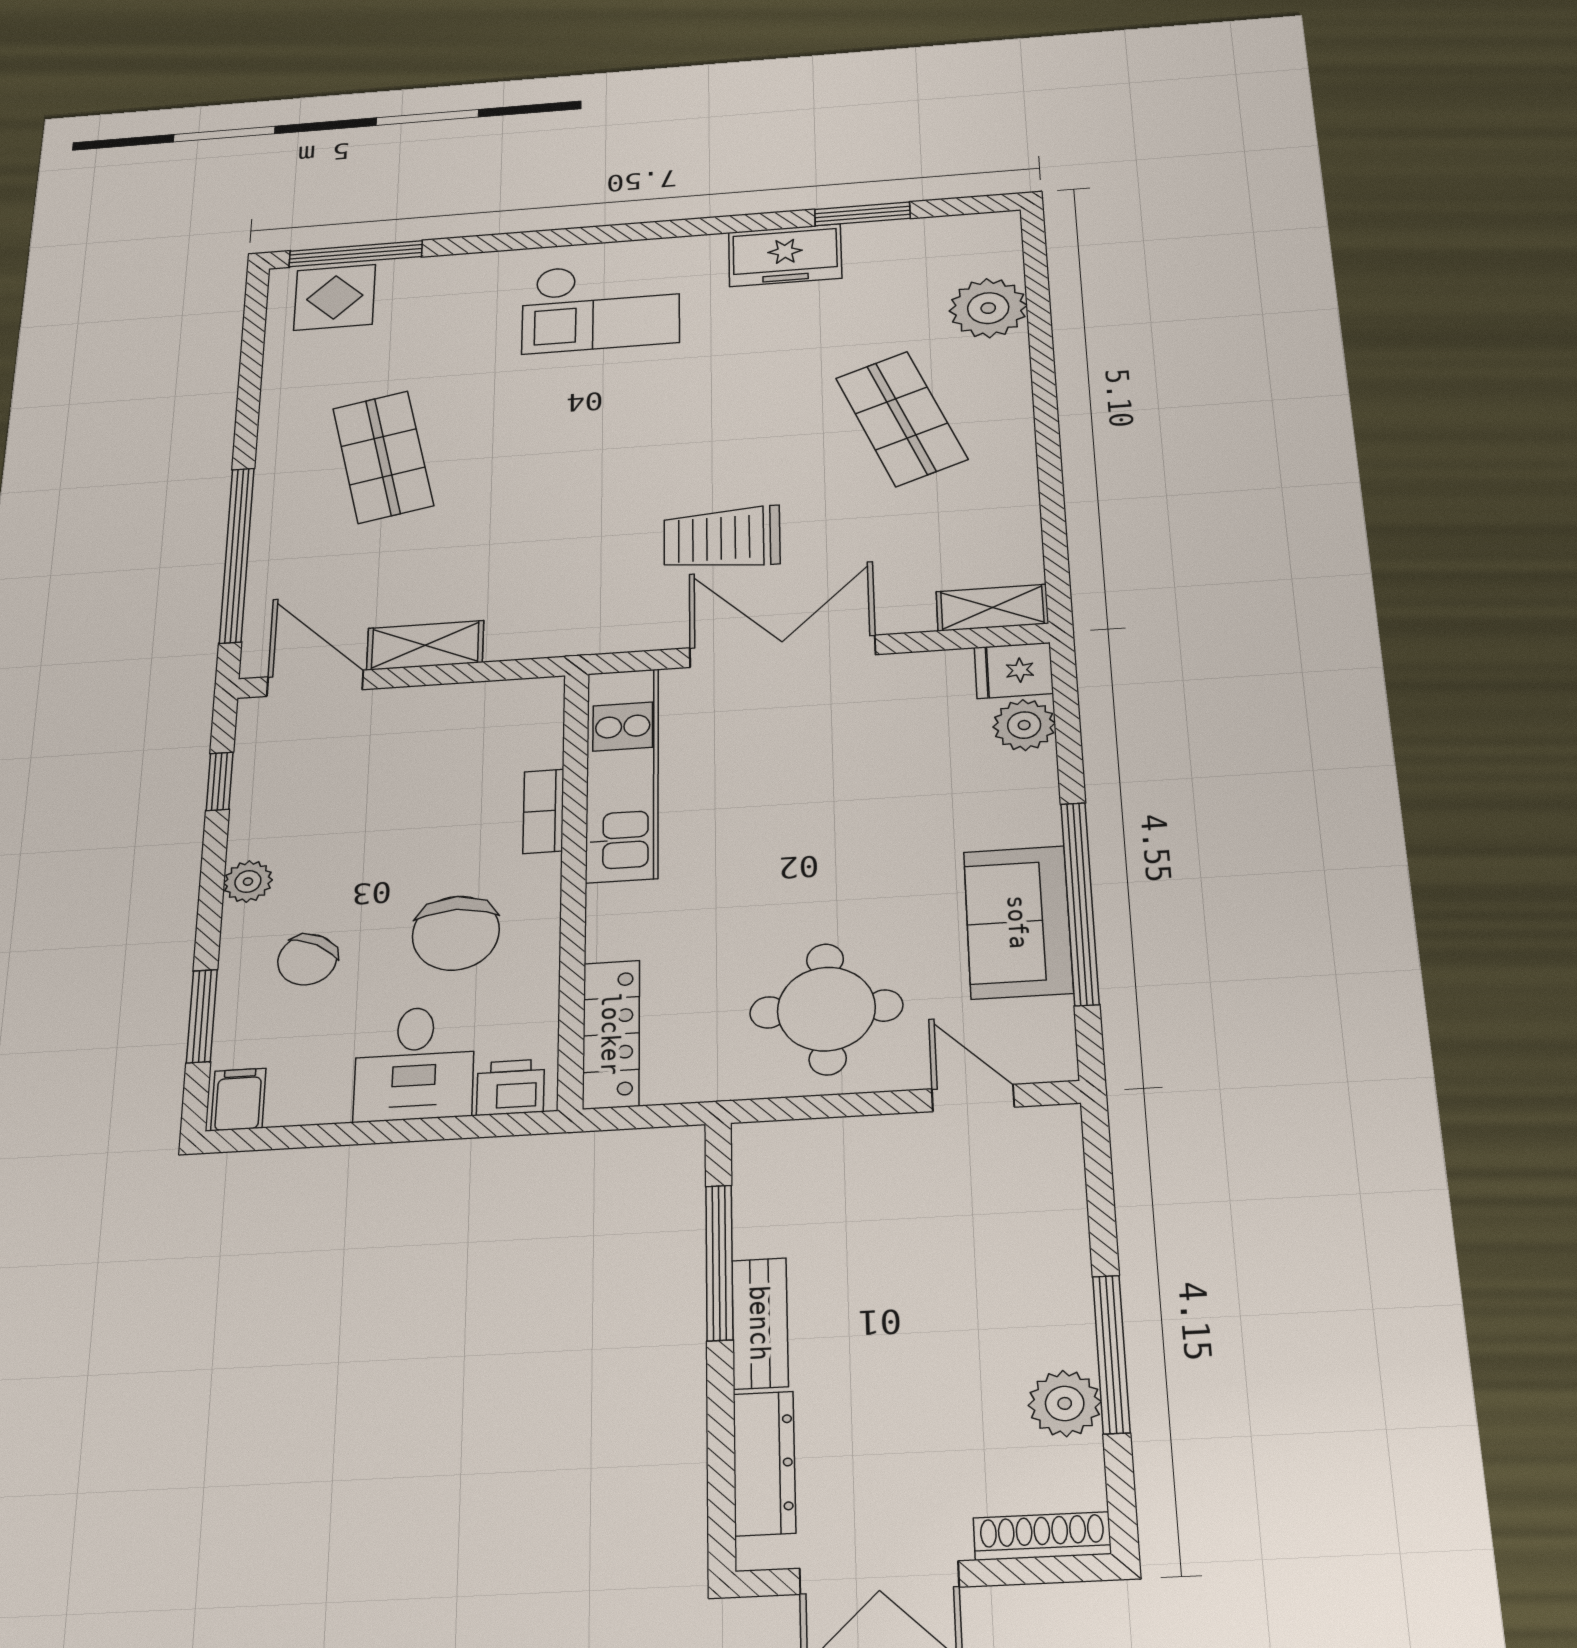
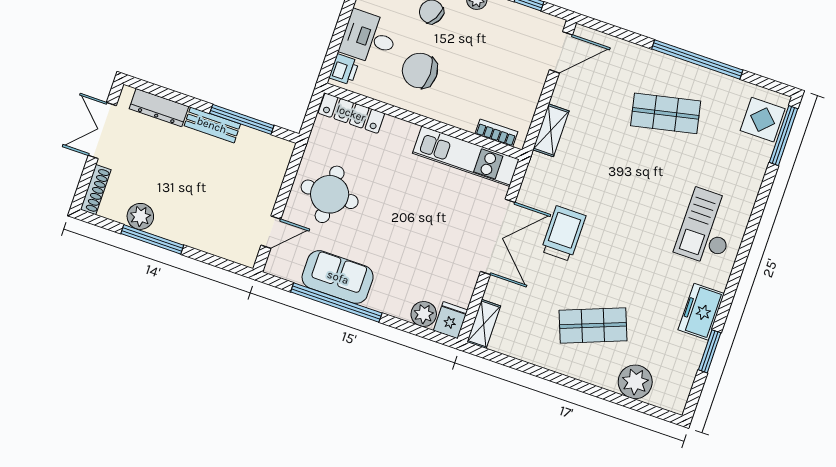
window: (237, 555) -> (697, 59), moved
shelving: (425, 645) -> (551, 130), moved
bookcase: (543, 811) -> (496, 133), moved

